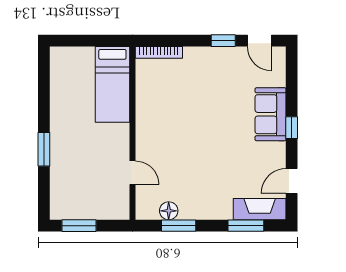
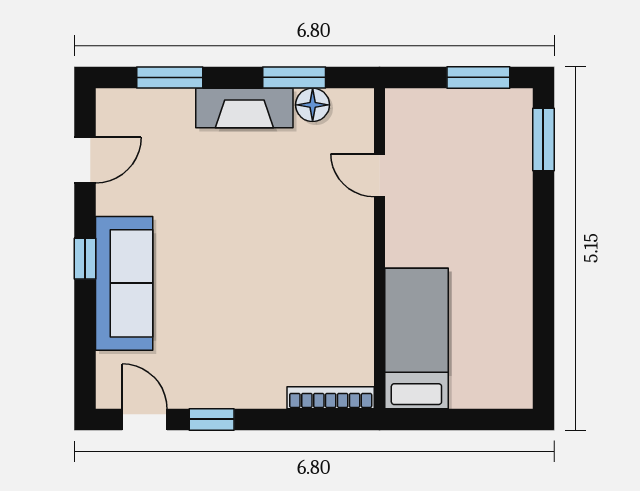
sofa: (271, 114) -> (124, 283), width x1.36
window: (44, 149) -> (543, 139), moved
fireplace: (260, 209) -> (244, 108), moved

